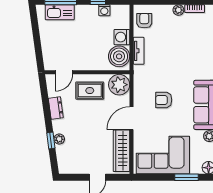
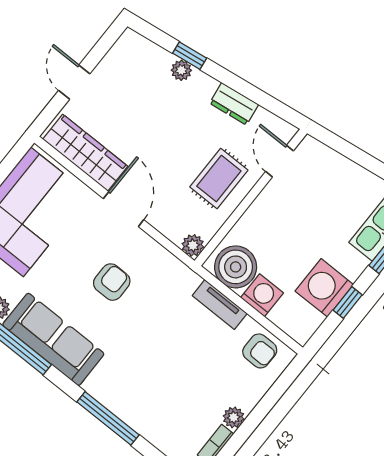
washing machine: (104, 10) -> (324, 288), width x1.89, depth x1.89
plant: (119, 85) -> (193, 245), width x0.53, depth x0.53

